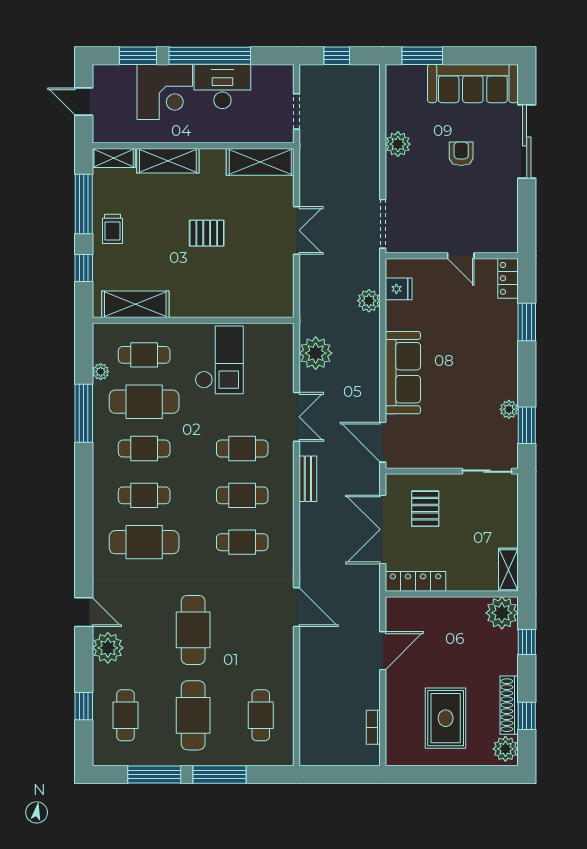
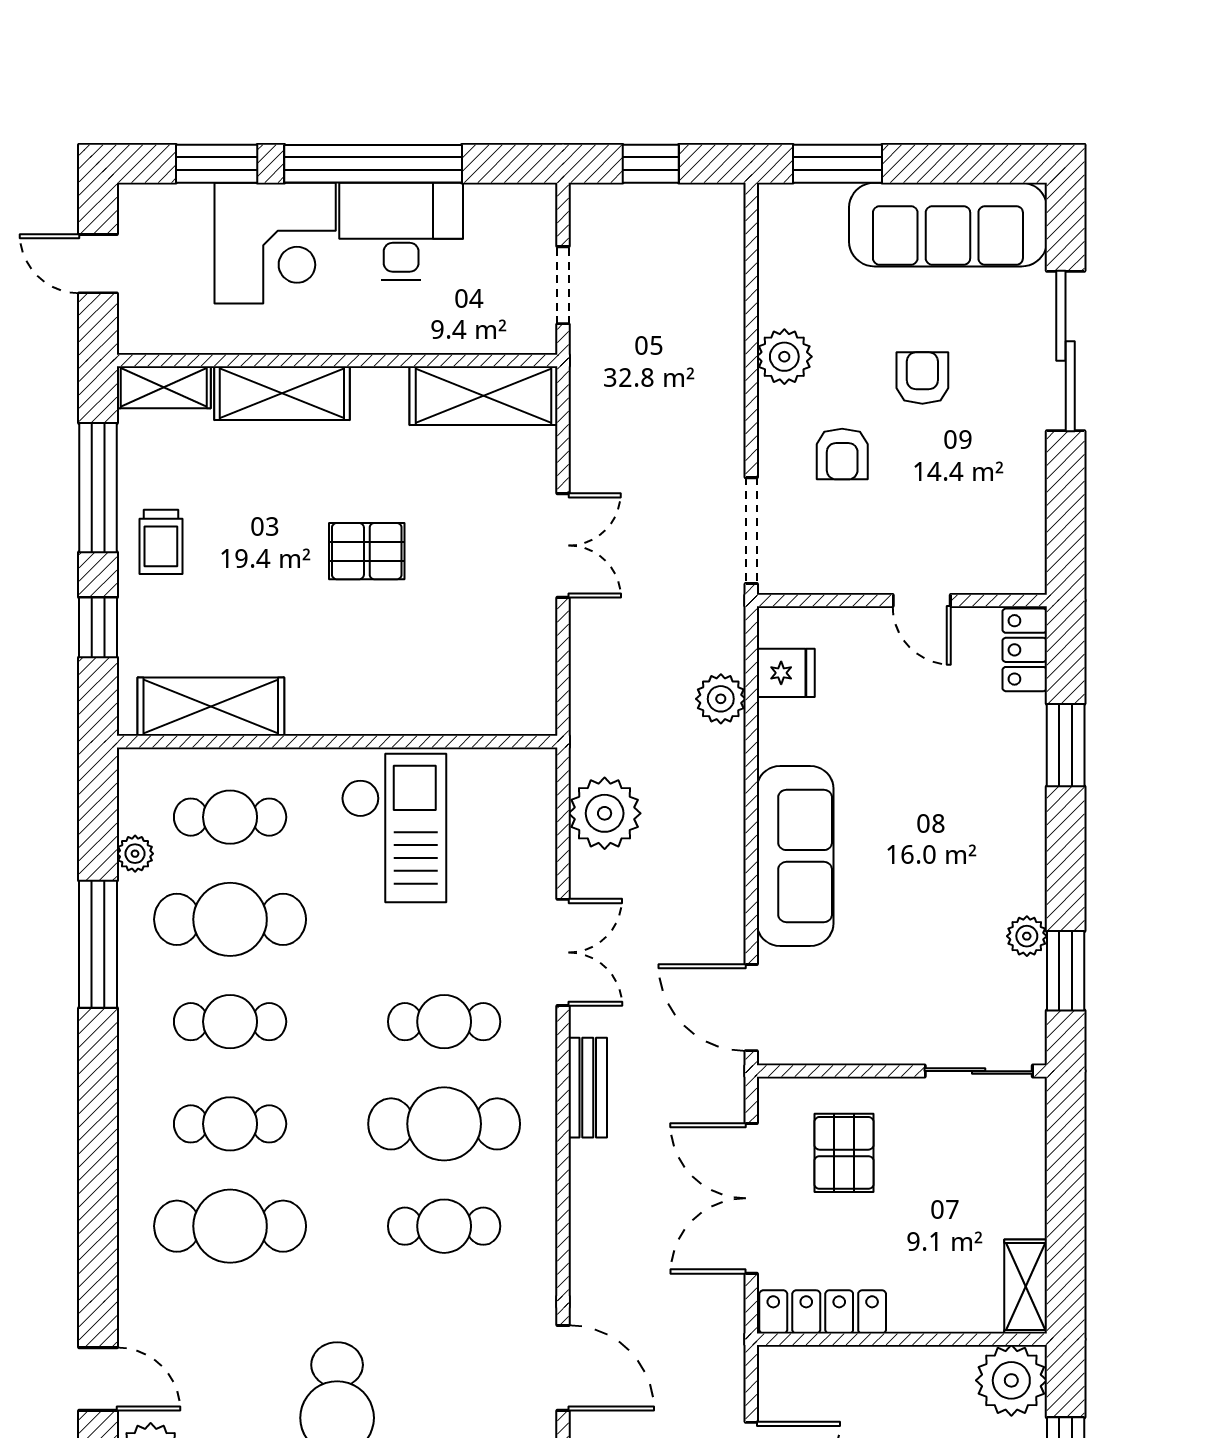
armchair: (424, 189) -> (842, 454), added
cafe table: (242, 495) -> (444, 1124), width x1.37, depth x1.35

